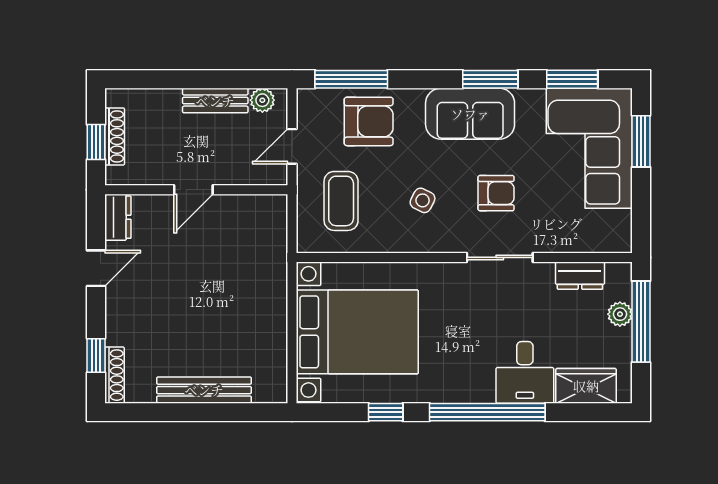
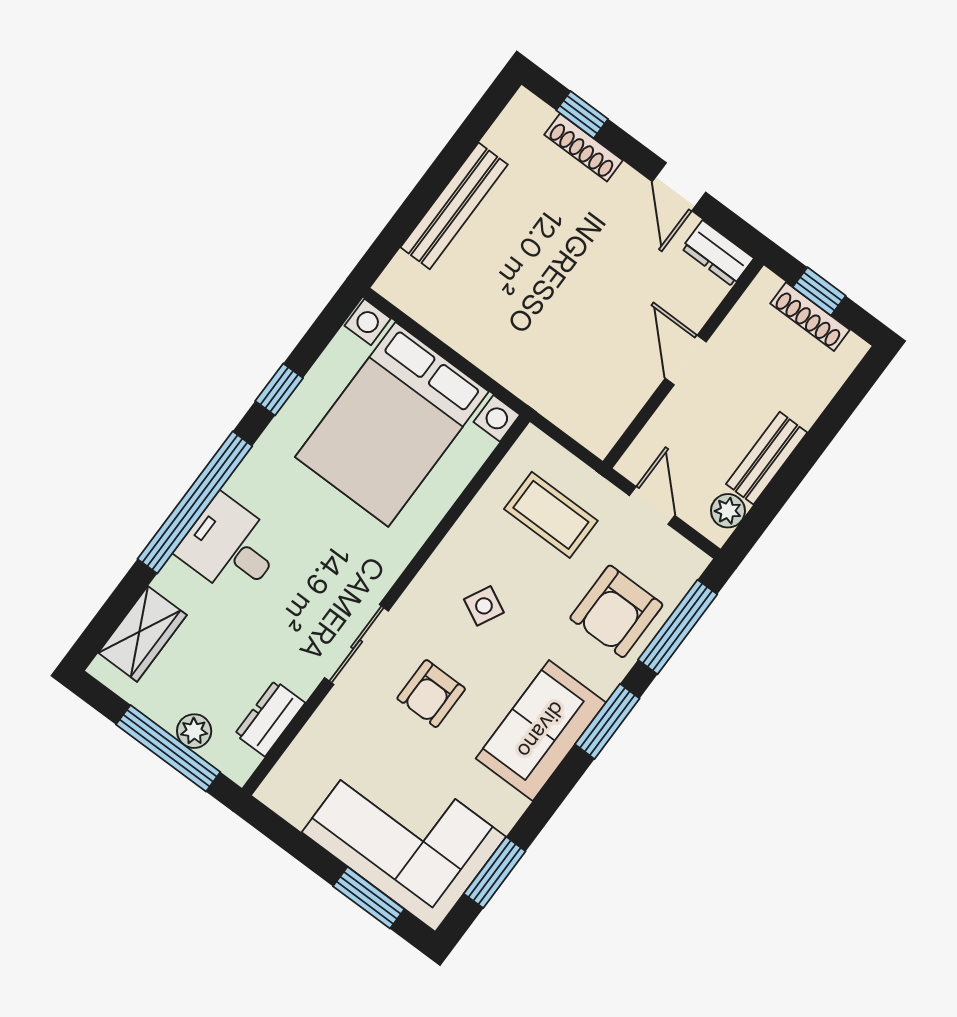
window: (490, 79) -> (607, 721), moved
desk: (525, 372) -> (230, 547), moved
shoe rack: (114, 375) -> (583, 148), moved

